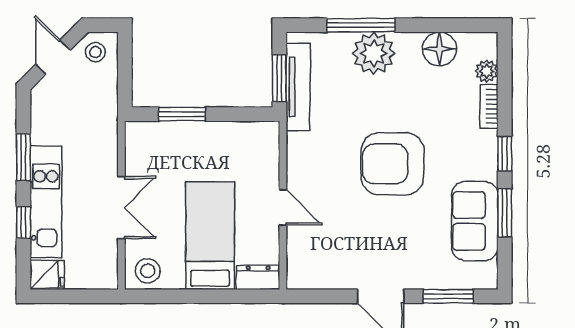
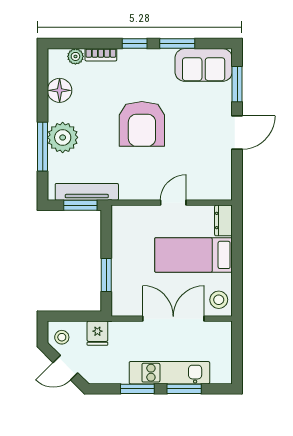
double door: (121, 208) -> (173, 319), width x1.37
sofa: (475, 221) -> (204, 65), moved
window: (23, 223) -> (184, 389), width x1.50
fridge: (47, 274) -> (97, 333), moved, turned 180

